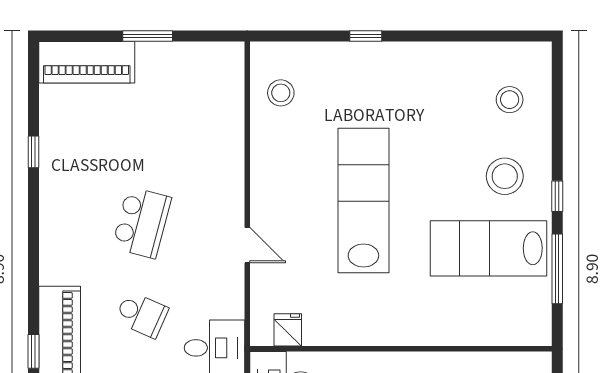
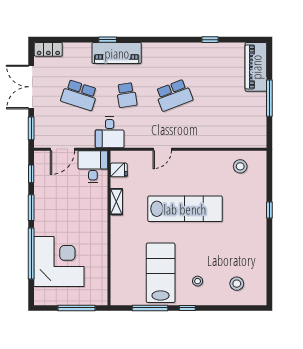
window: (148, 36) -> (269, 98), width x1.44
stool: (505, 176) -> (198, 281), width x0.53, depth x0.53
school desk: (142, 222) -> (174, 95), turned -36
school desk: (142, 315) -> (127, 95), turned -33
shelving: (350, 334) -> (116, 202), added

